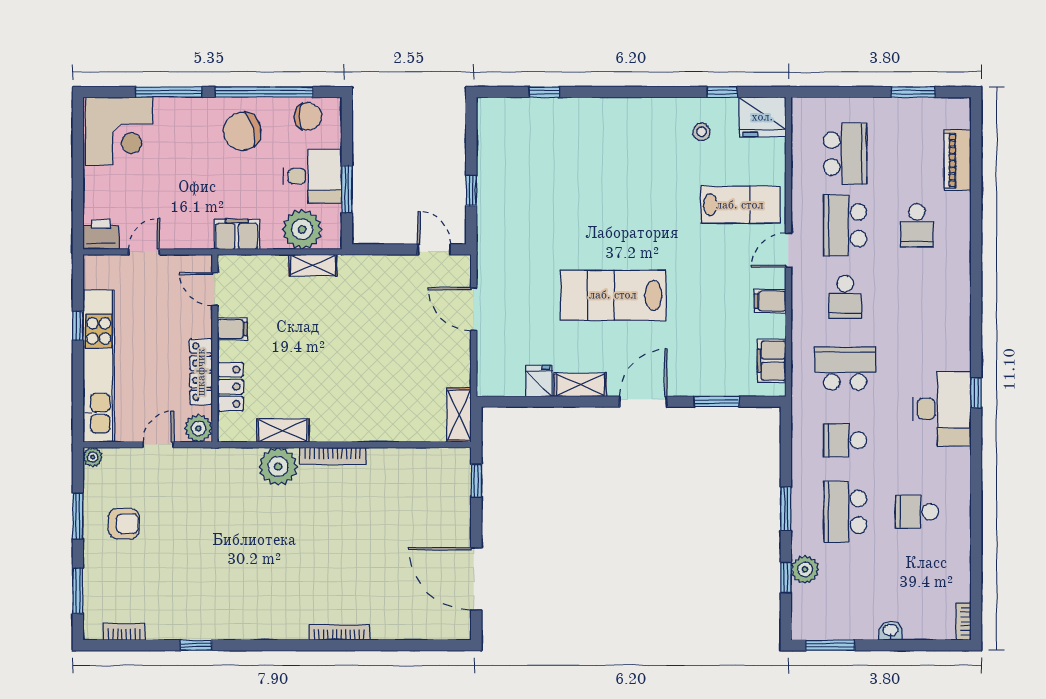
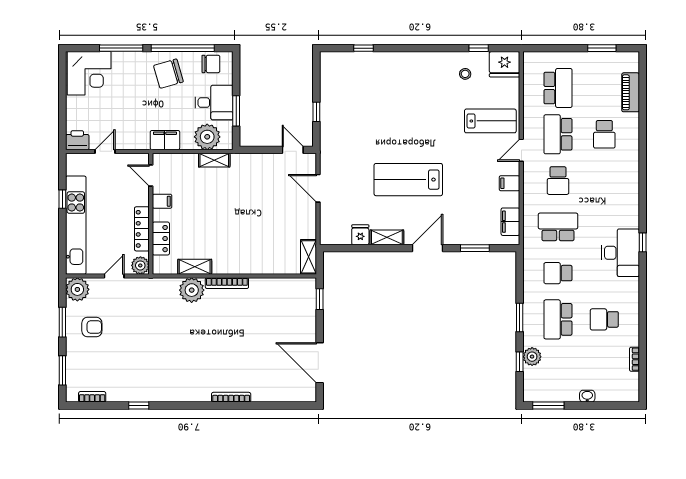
plant: (93, 457) -> (77, 289), width x1.87, depth x1.87
bookcase: (964, 621) -> (634, 359), moved

